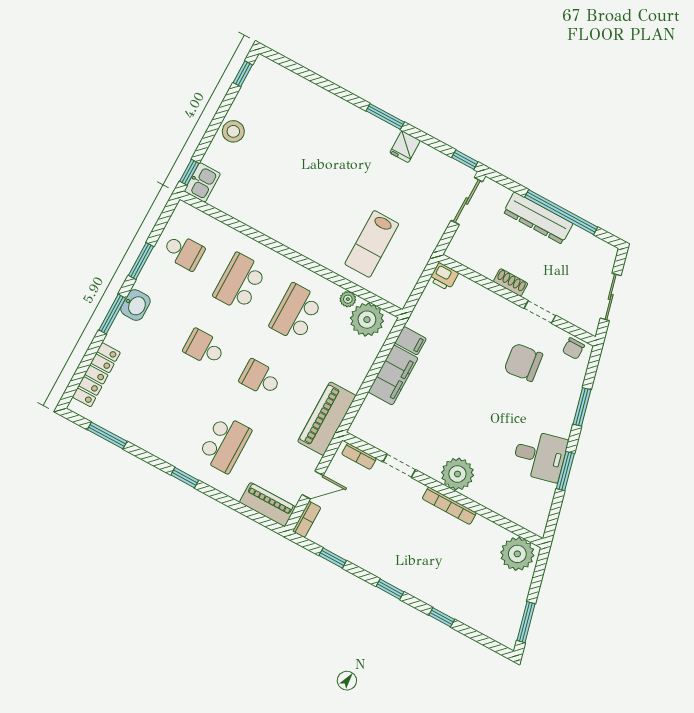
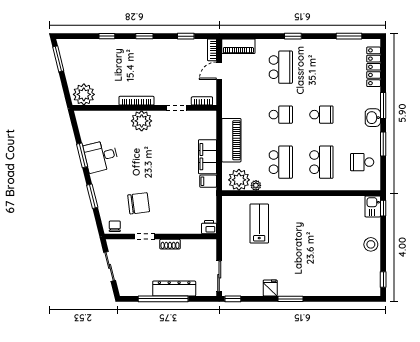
piano: (327, 419) -> (231, 140), moved
school desk: (225, 444) -> (281, 67), turned 180

